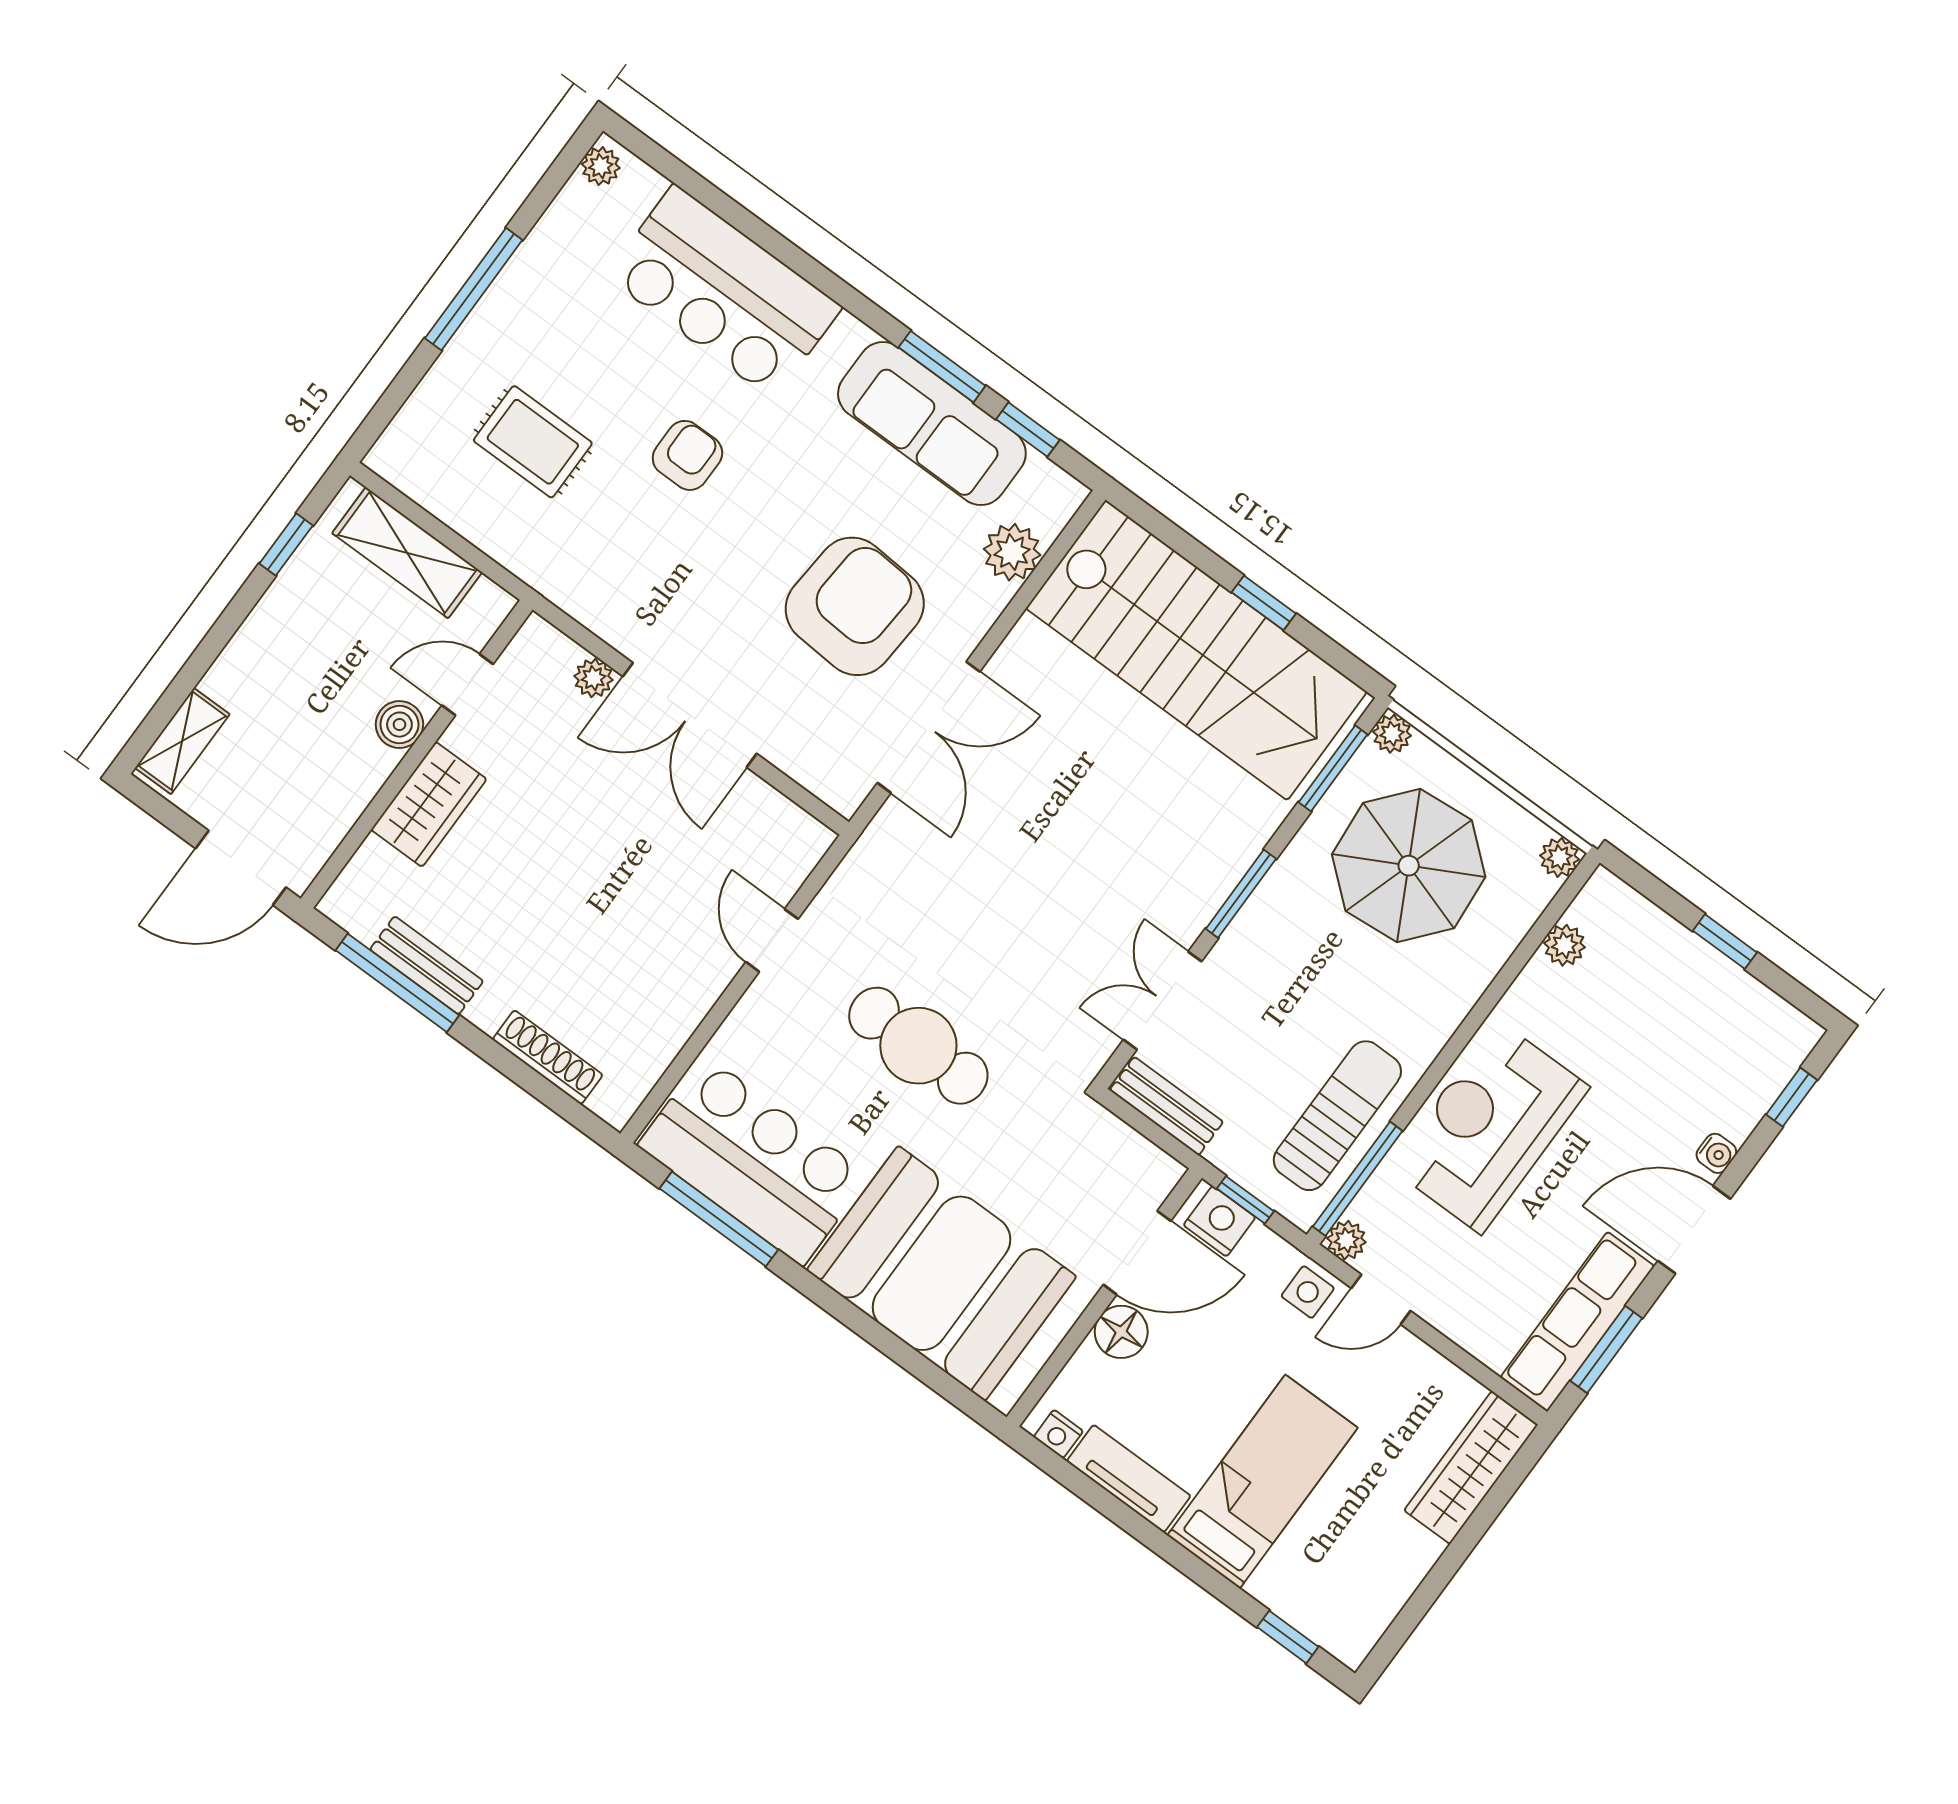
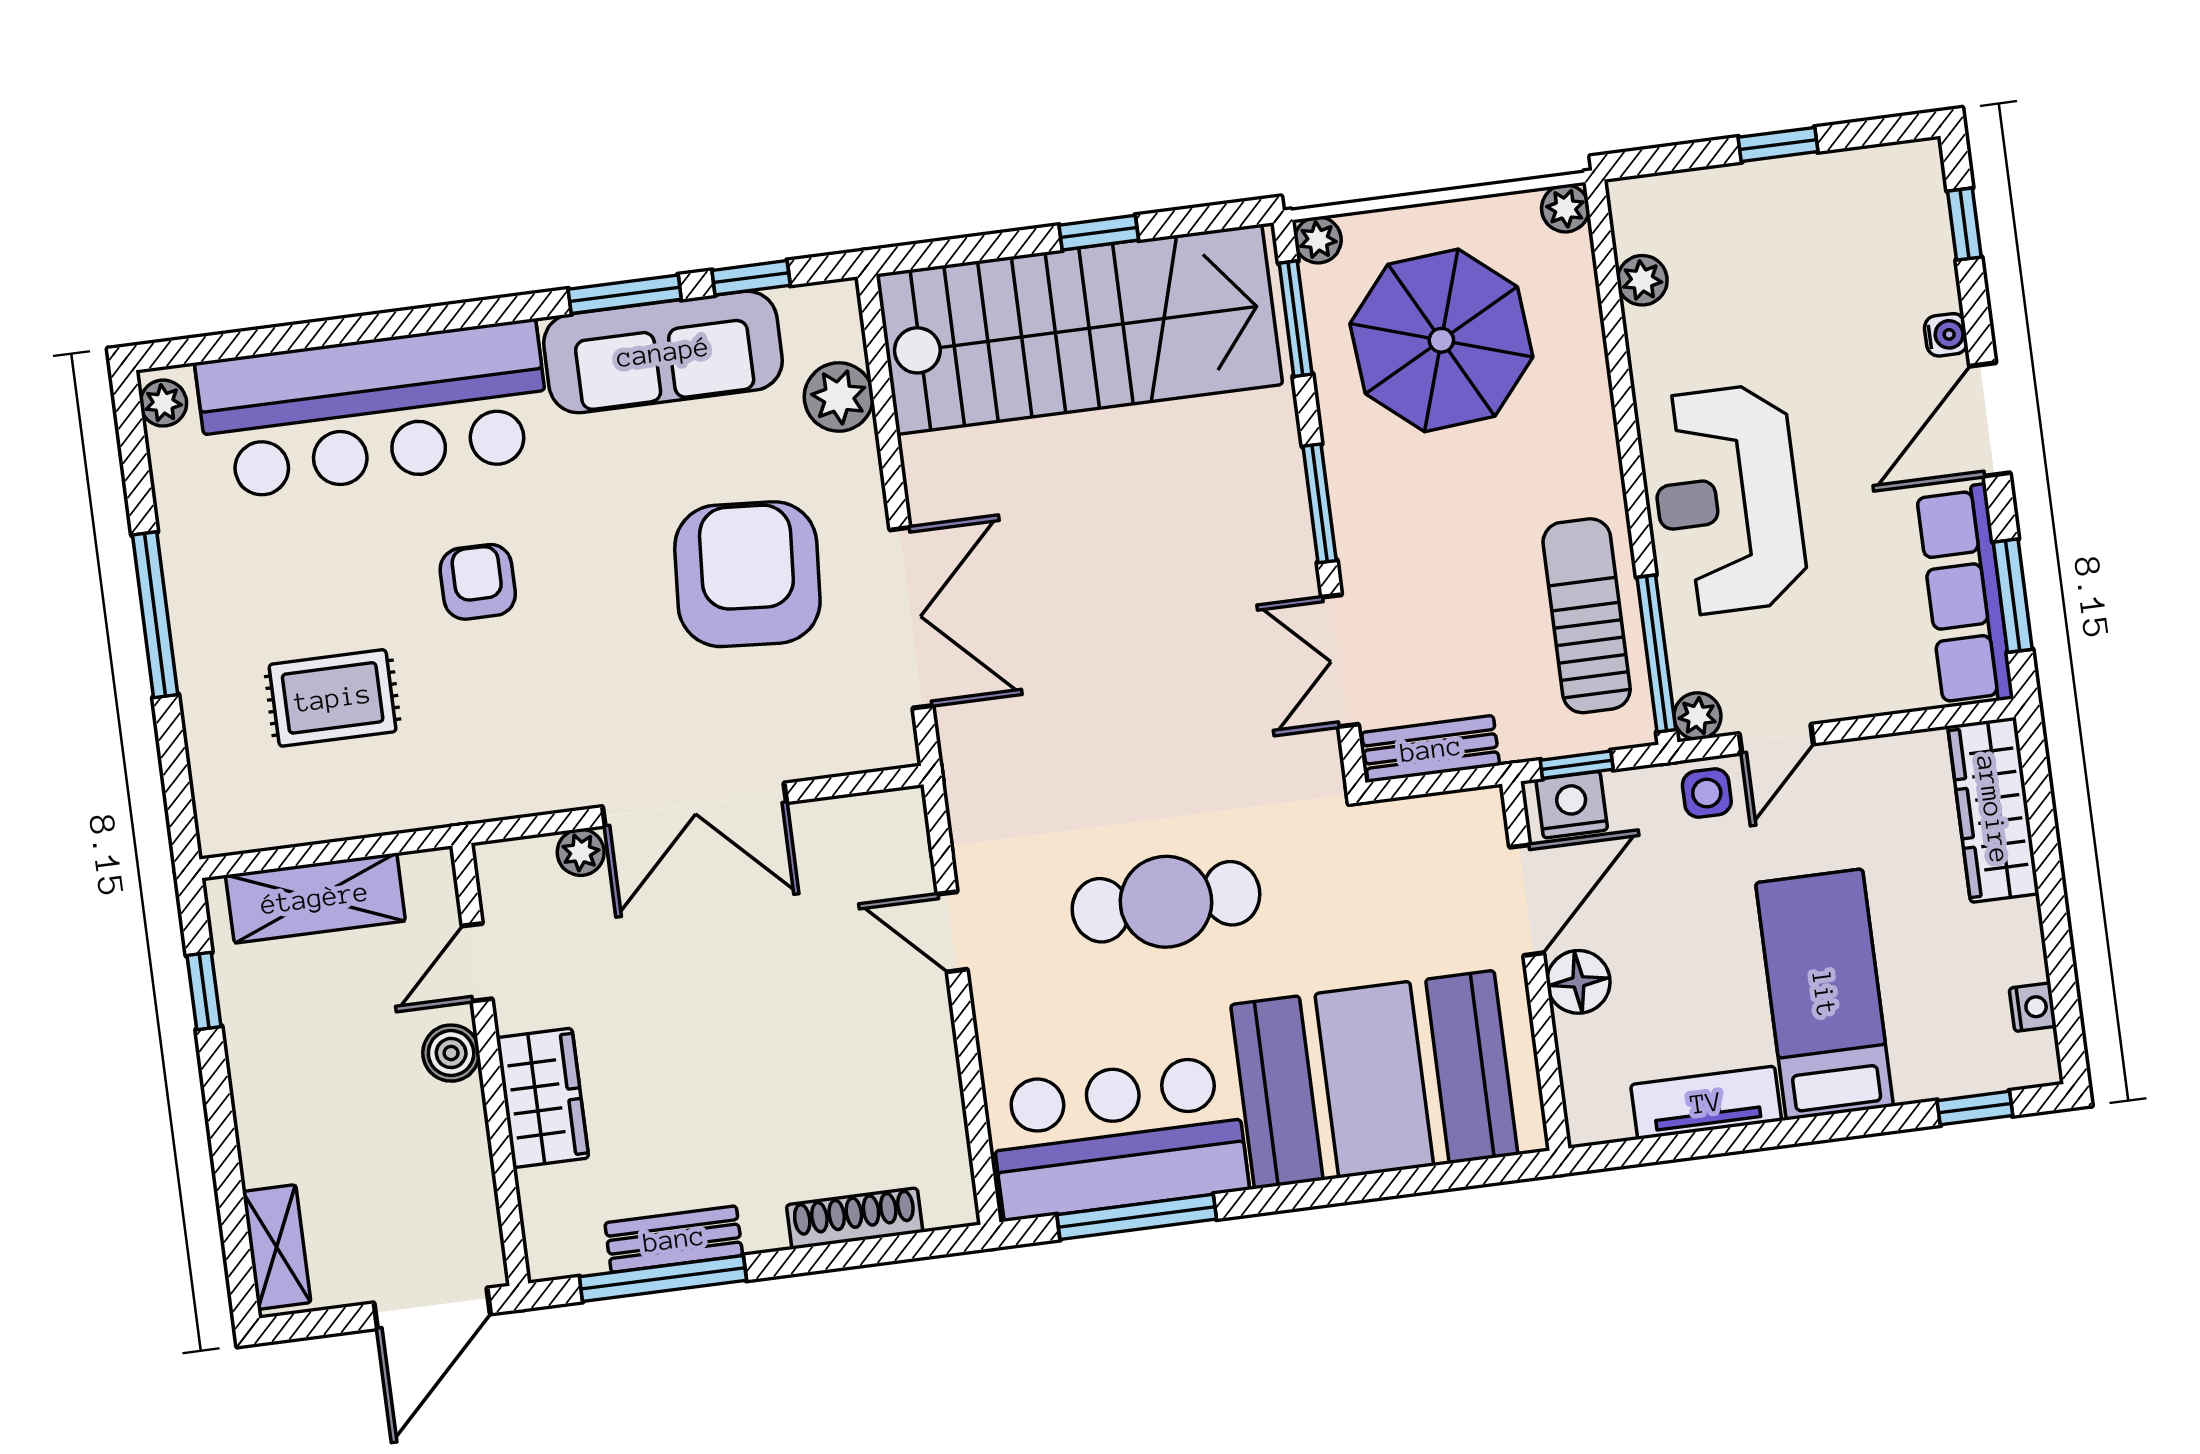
bar counter: (724, 292) -> (374, 410), width x1.36
nightstand: (1058, 1434) -> (2033, 1007), moved, turned -90

